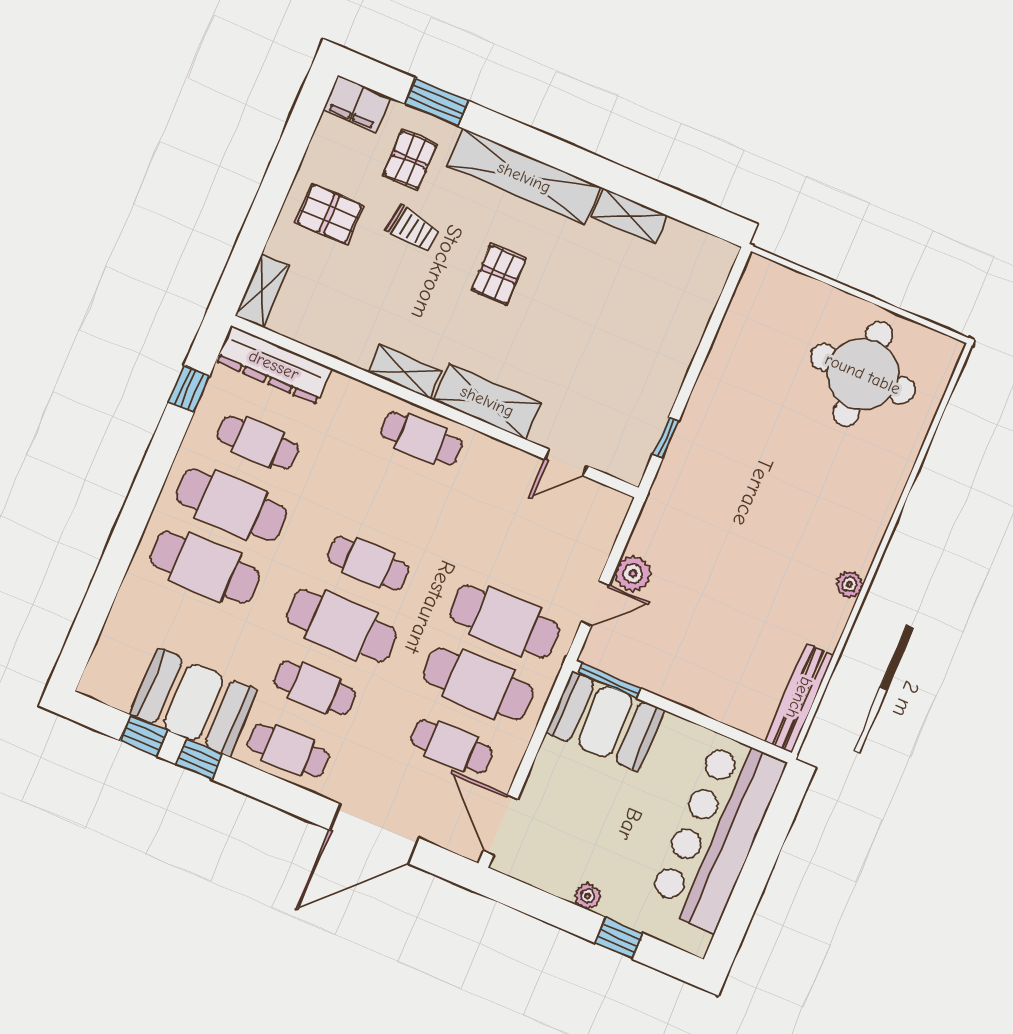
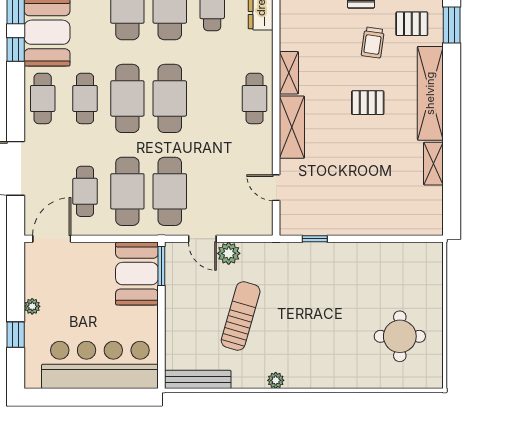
round table: (863, 374) -> (400, 336), width x0.73, depth x0.73
cafe table: (368, 563) -> (170, 98), width x1.37, depth x1.35
sun lounger: (733, 595) -> (241, 316), added

